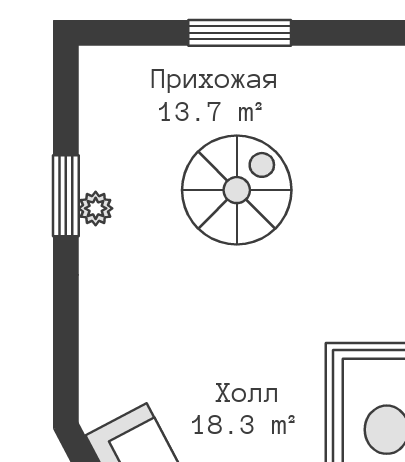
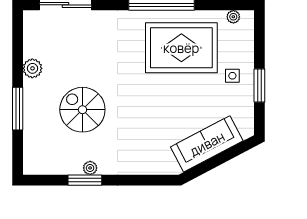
plant: (337, 69) -> (32, 68), added

